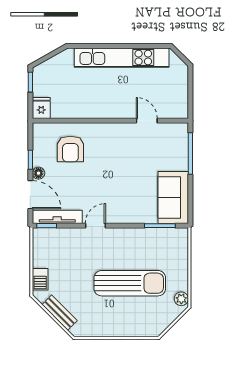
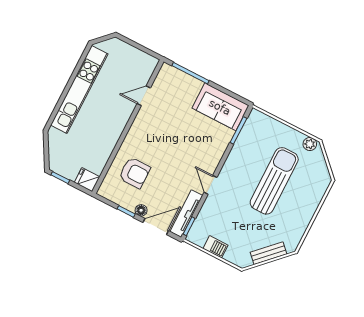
barbecue: (40, 279) -> (215, 247), moved

